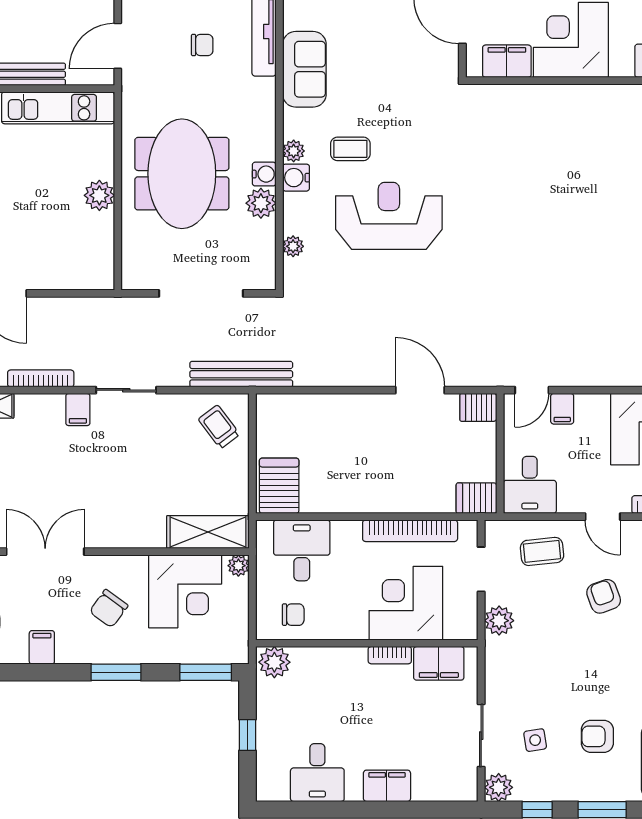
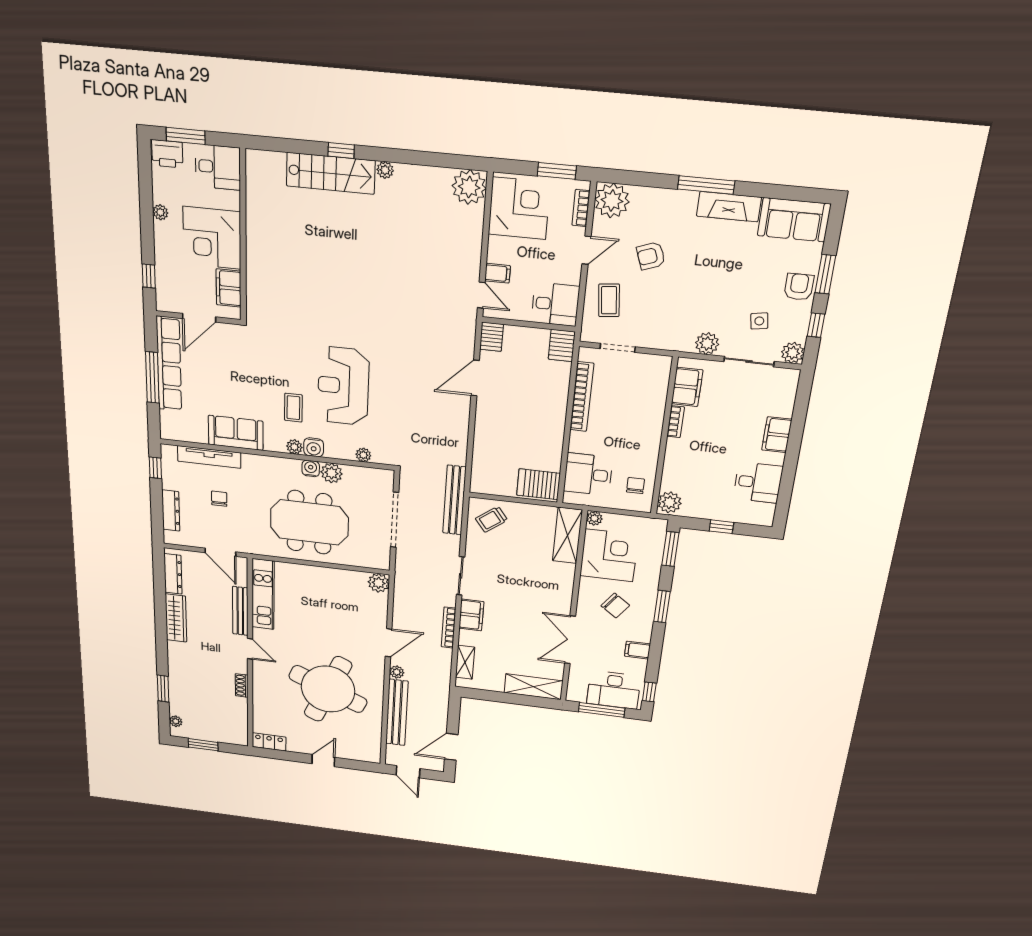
plant: (99, 195) -> (379, 583), moved
filing cabinet: (78, 410) -> (471, 615), width x2.00
corner desk: (406, 603) -> (637, 406), removed
plant: (499, 621) -> (707, 343), moved
armchair: (597, 736) -> (799, 287), moved, turned 180

